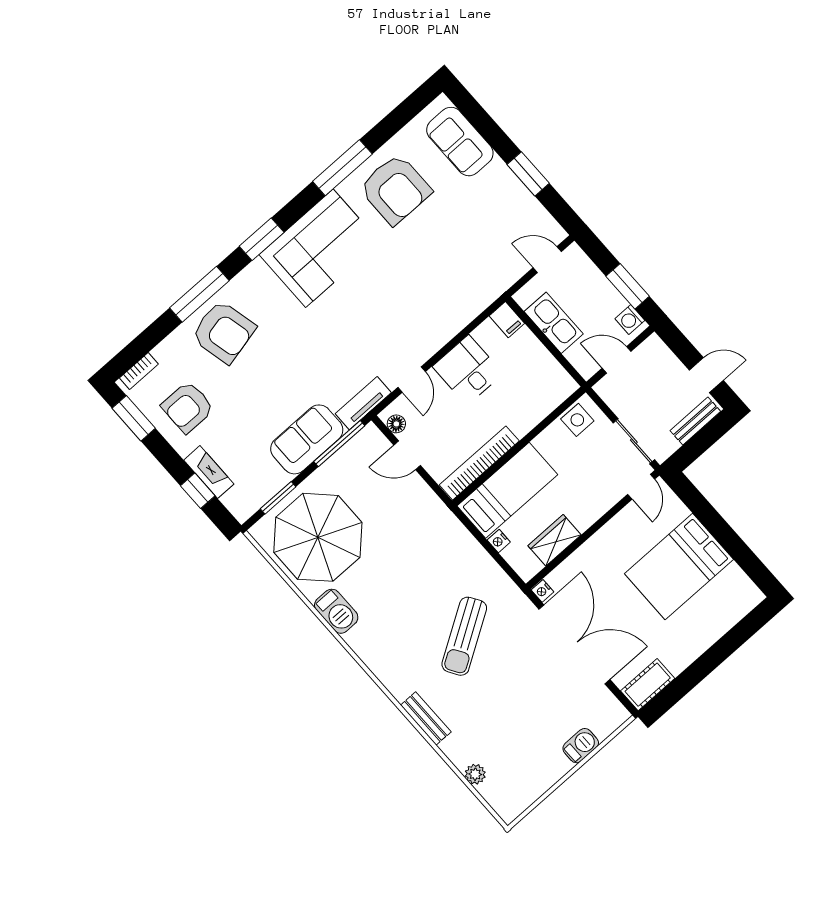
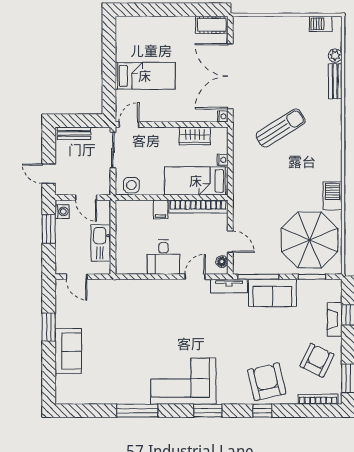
sofa: (460, 142) -> (68, 351), moved
armchair: (395, 189) -> (121, 377), removed
window: (199, 294) -> (262, 411), width x0.46
filing cabinet: (507, 320) -> (160, 209), moved, turned 180
bookcase: (139, 371) -> (318, 399), width x1.56
door: (706, 375) -> (49, 174), moved
armchair: (188, 407) -> (317, 360), turned -64
bed: (679, 567) -> (145, 76), width x0.67
bench: (426, 718) -> (335, 81), moved
barbecue: (581, 746) -> (321, 24), moved

